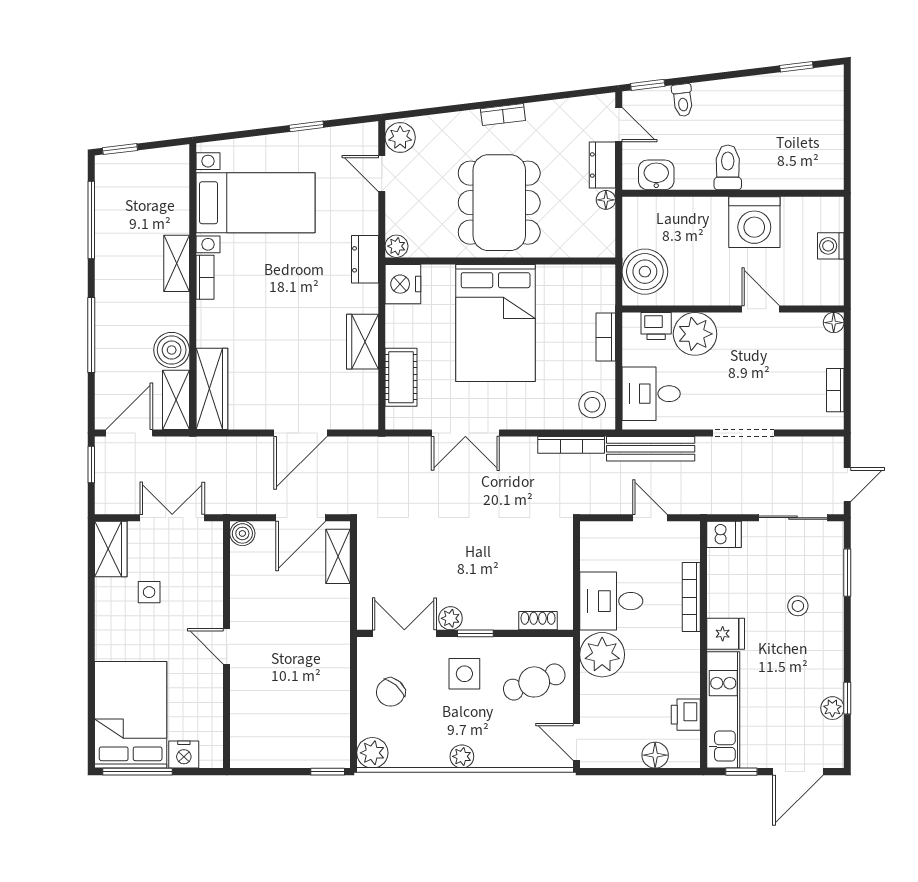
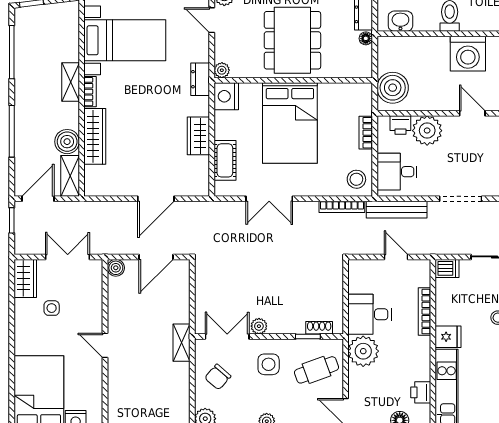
wardrobe: (212, 389) -> (95, 136), moved
shelving: (338, 556) -> (182, 343), moved
window: (475, 633) -> (308, 337), moved

